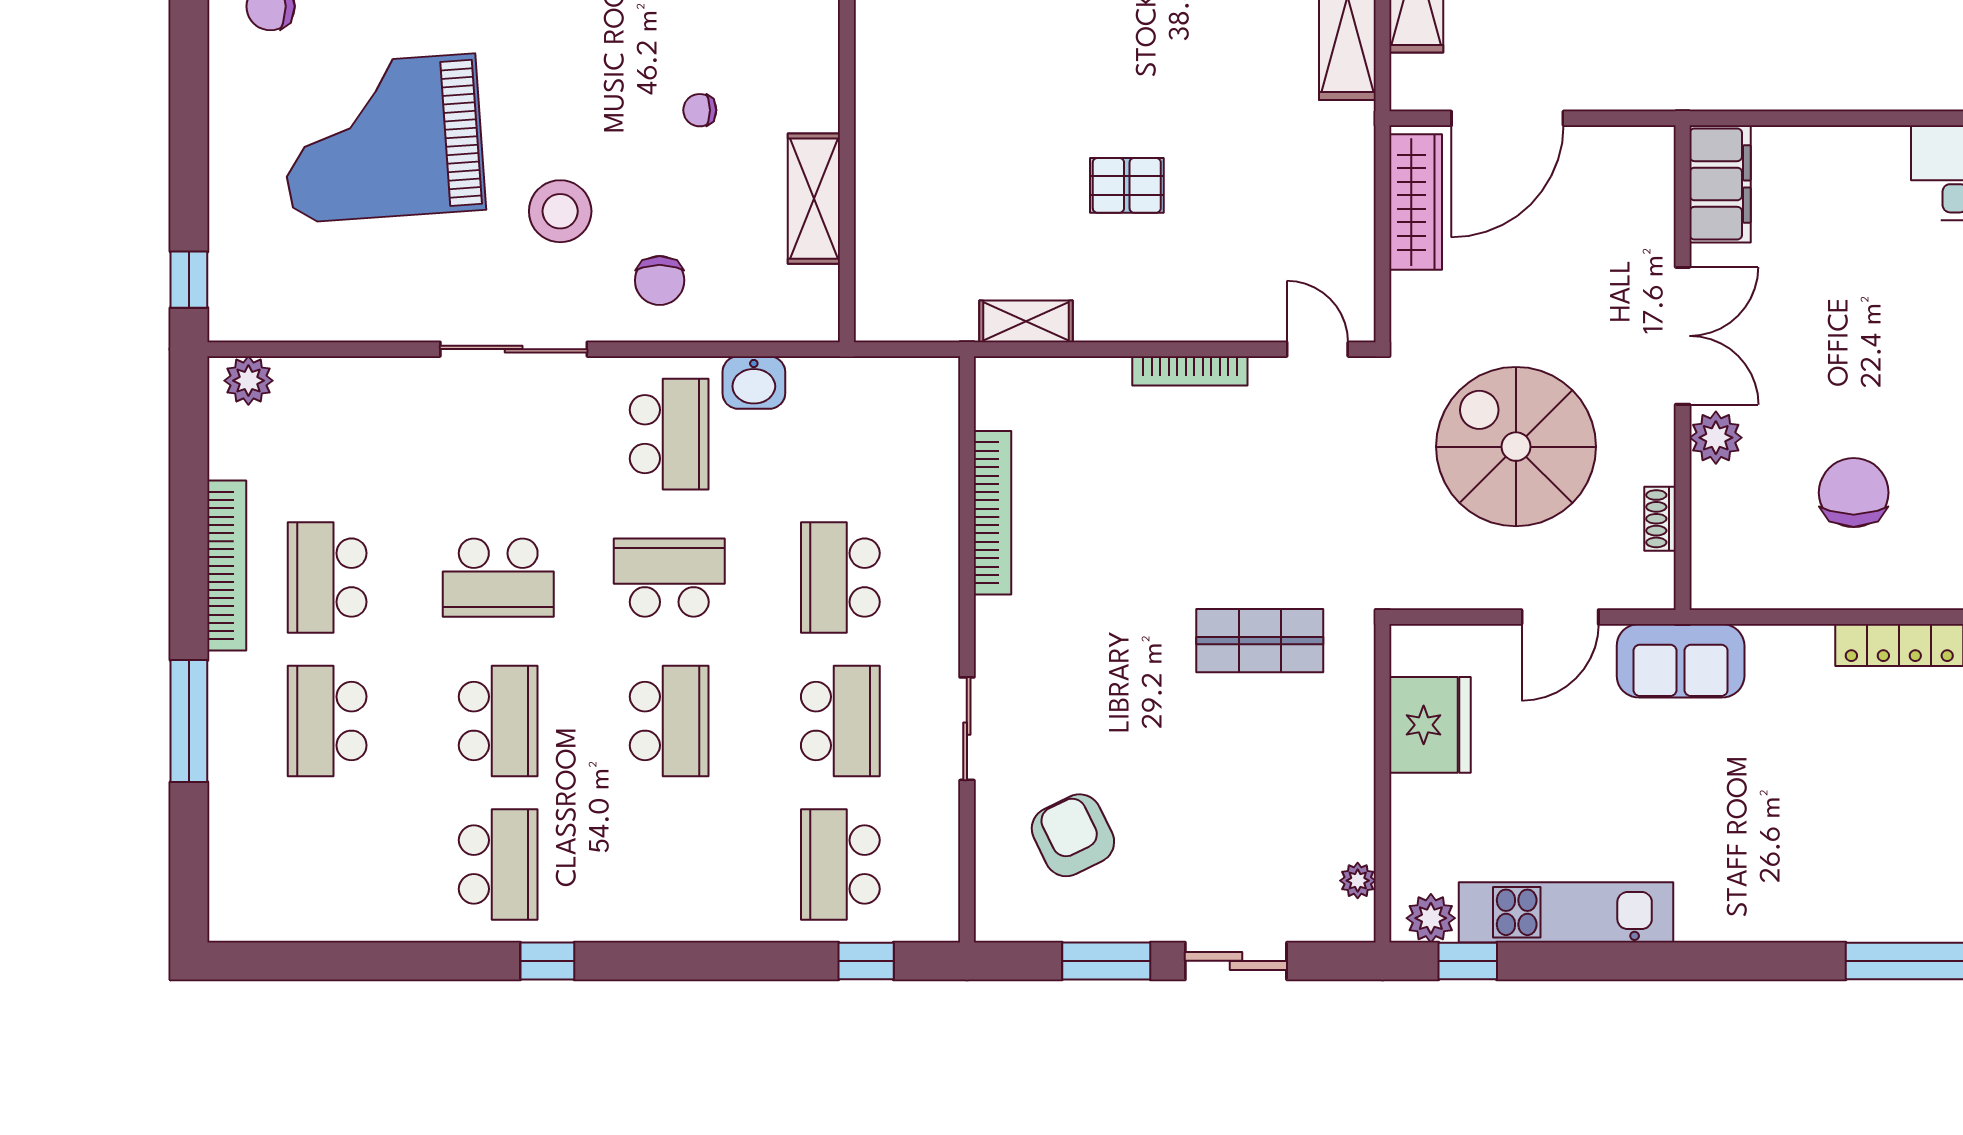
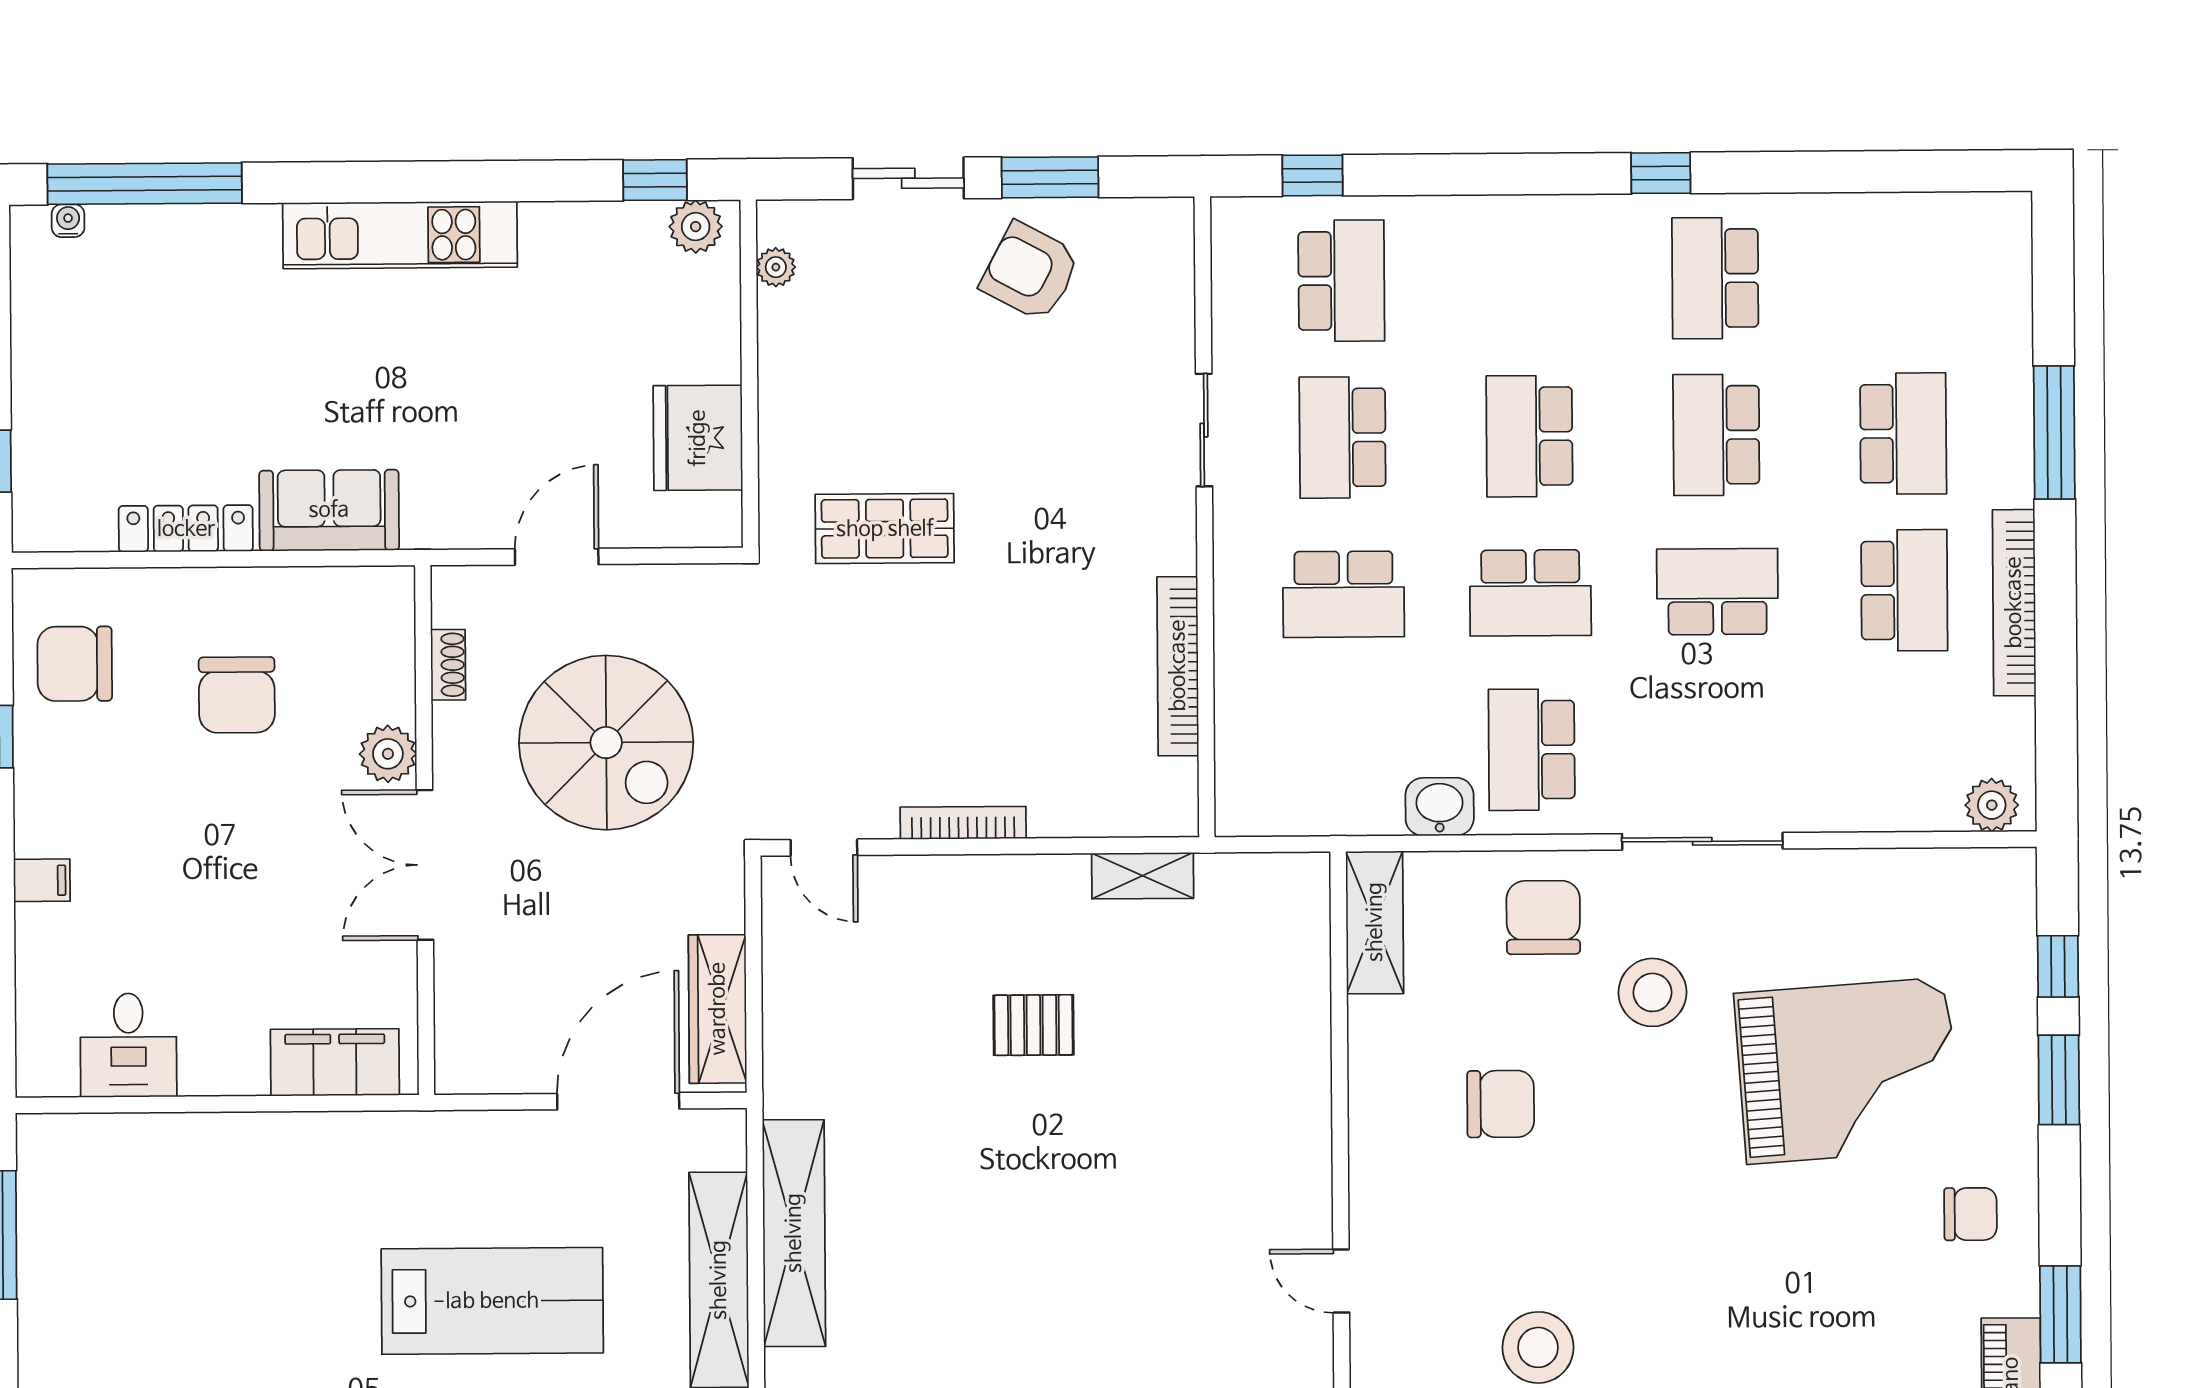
chair: (700, 110) -> (1501, 1104), width x1.87, depth x1.87
window: (189, 129) -> (2059, 1080), added
filing cabinet: (1720, 184) -> (335, 1062), moved, turned 90
shelving: (814, 199) -> (1375, 922), moved
window: (189, 280) -> (2058, 966), moved
chair: (660, 280) -> (1543, 918), width x1.37, depth x1.37
school desk: (840, 578) -> (1344, 594), turned 90
sofa: (1681, 661) -> (329, 510), moved
armchair: (1073, 835) -> (1030, 272), moved, turned 144
kitchen unit: (1566, 912) -> (400, 235), moved

